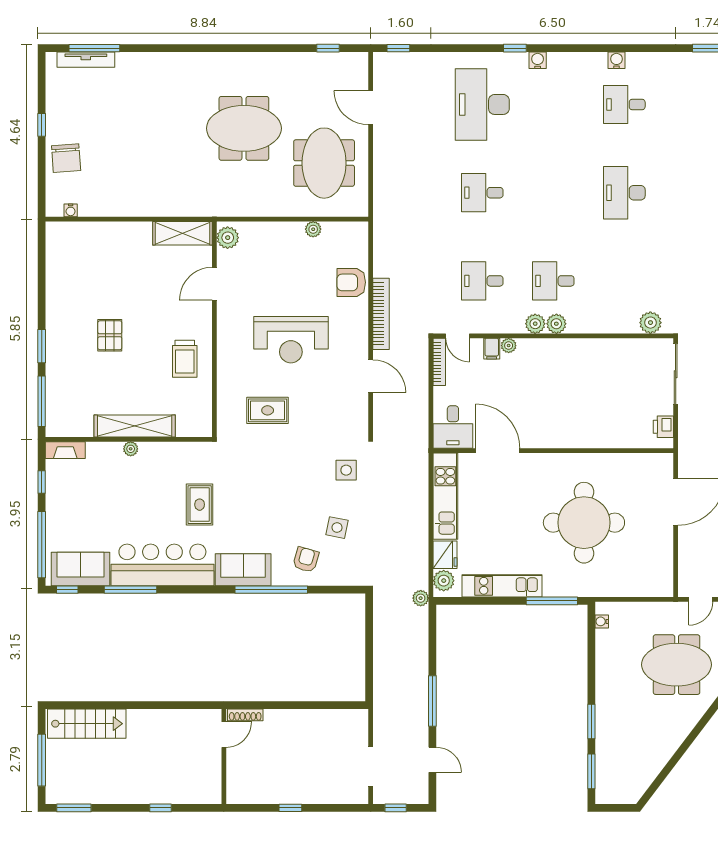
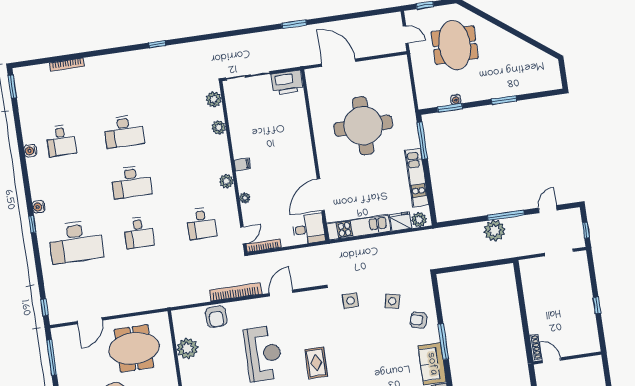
window: (328, 48) -> (52, 357), width x2.17
plant: (313, 229) -> (187, 348), width x1.88, depth x1.88
desk: (553, 281) -> (131, 182), moved, width x1.37
plant: (556, 324) -> (219, 127), moved
filing cabinet: (492, 349) -> (242, 164), moved
printer: (663, 427) -> (287, 83), width x1.87, depth x1.48
window: (271, 590) -> (443, 342), width x0.68
plant: (421, 598) -> (494, 231), moved, width x1.87, depth x1.87
water cooler: (602, 621) -> (456, 99), moved
window: (591, 771) -> (450, 108), moved

